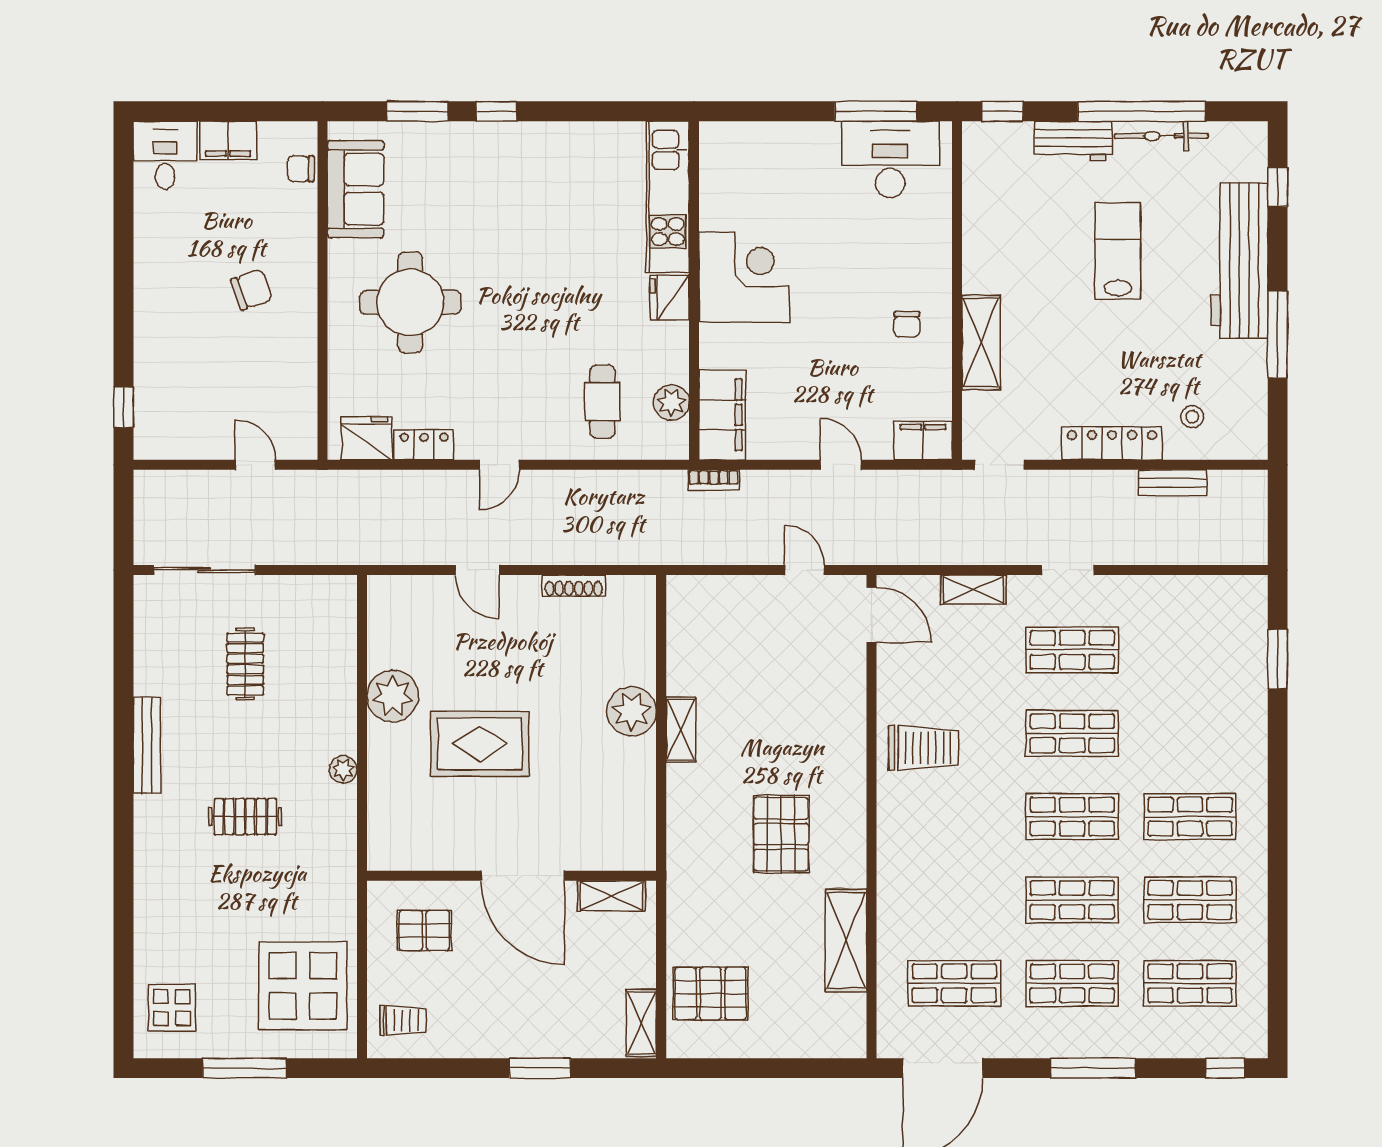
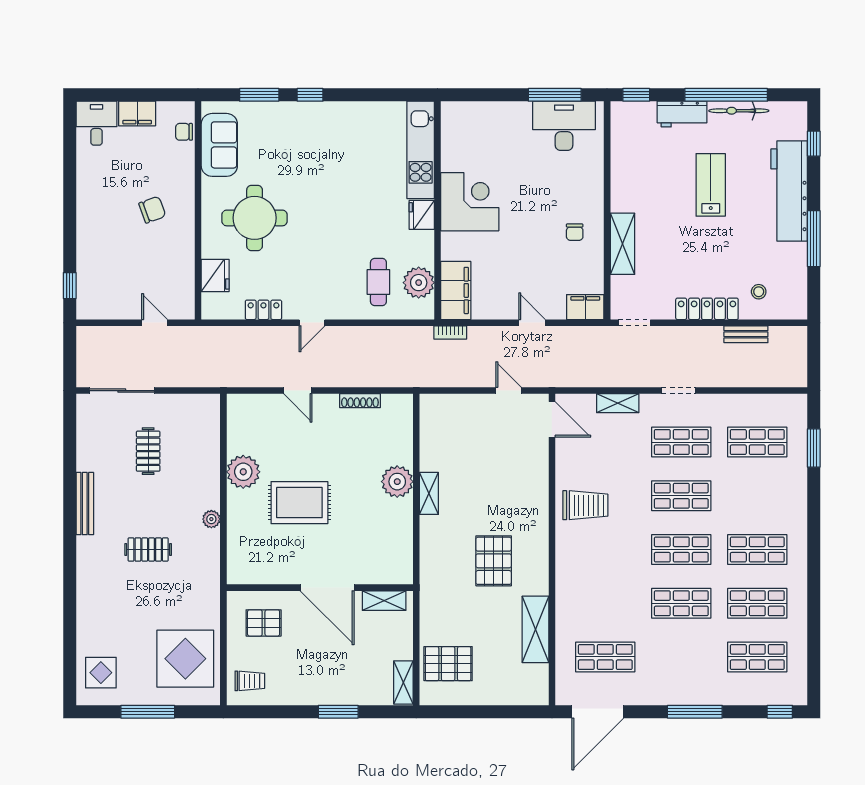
plant: (671, 403) -> (419, 283), width x1.36, depth x1.36
fridge: (367, 438) -> (215, 276), moved, turned 90
shop shelf: (1072, 983) -> (757, 442), moved

